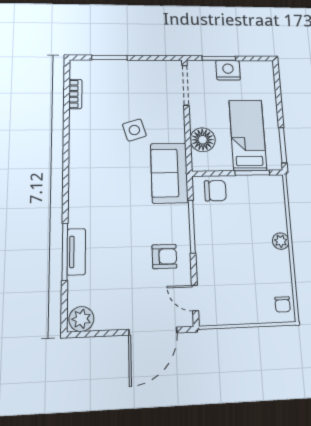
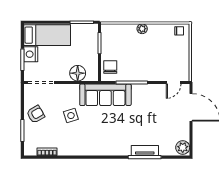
bed: (248, 135) -> (47, 35), moved, turned 180
sofa: (169, 173) -> (105, 95), width x1.36
armchair: (164, 256) -> (36, 114), moved, turned 60

